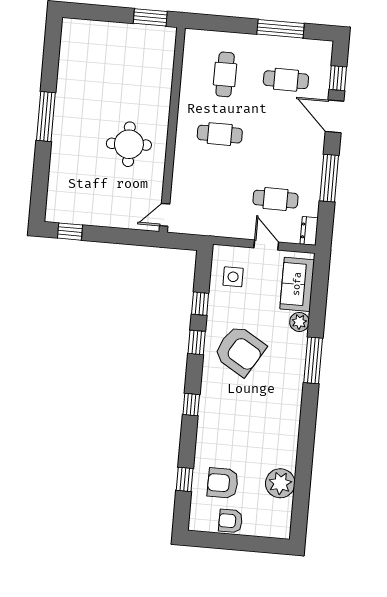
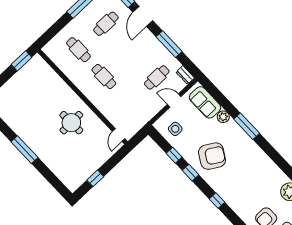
door: (335, 116) -> (143, 16), hinge flipped
cafe table: (220, 134) -> (104, 77), turned 90
window: (70, 232) -> (95, 178), moved

